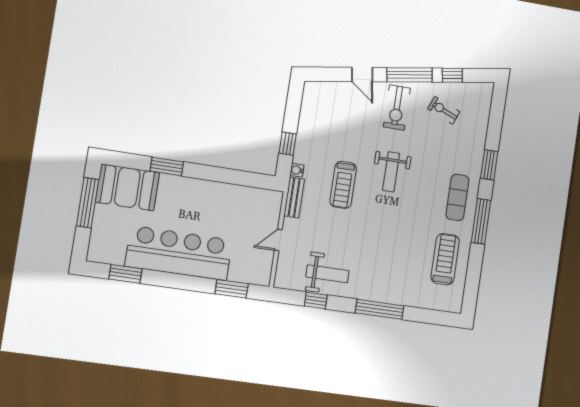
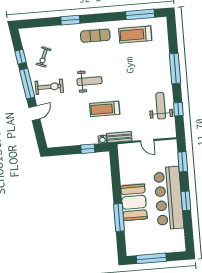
window: (167, 167) -> (119, 218), width x1.44
treadmill: (343, 185) -> (105, 109), turned 180
booth: (127, 187) -> (134, 202), moved
window: (481, 221) -> (140, 14), moved
window: (125, 274) -> (186, 201), moved

